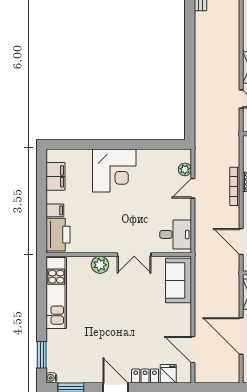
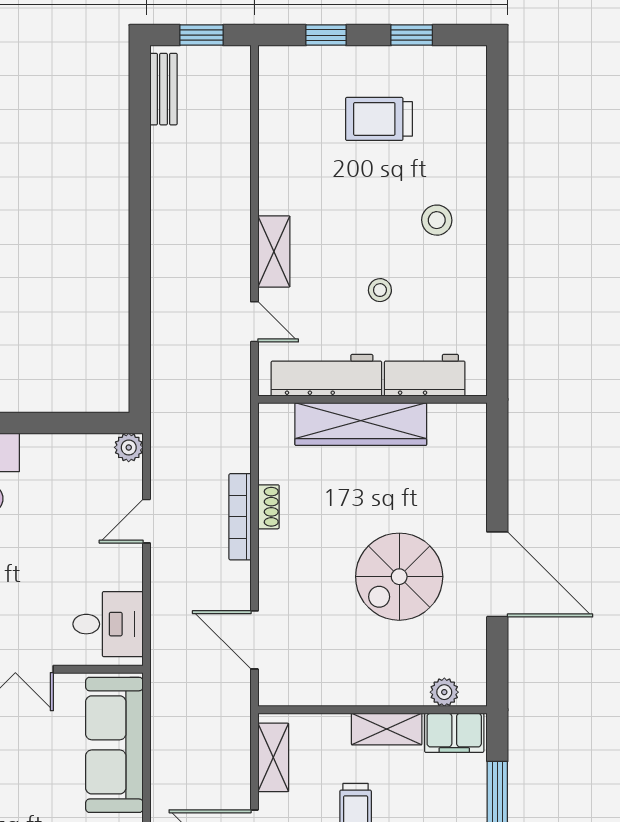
plant: (185, 169) -> (129, 447), moved
sofa: (178, 281) -> (114, 745), width x1.36

